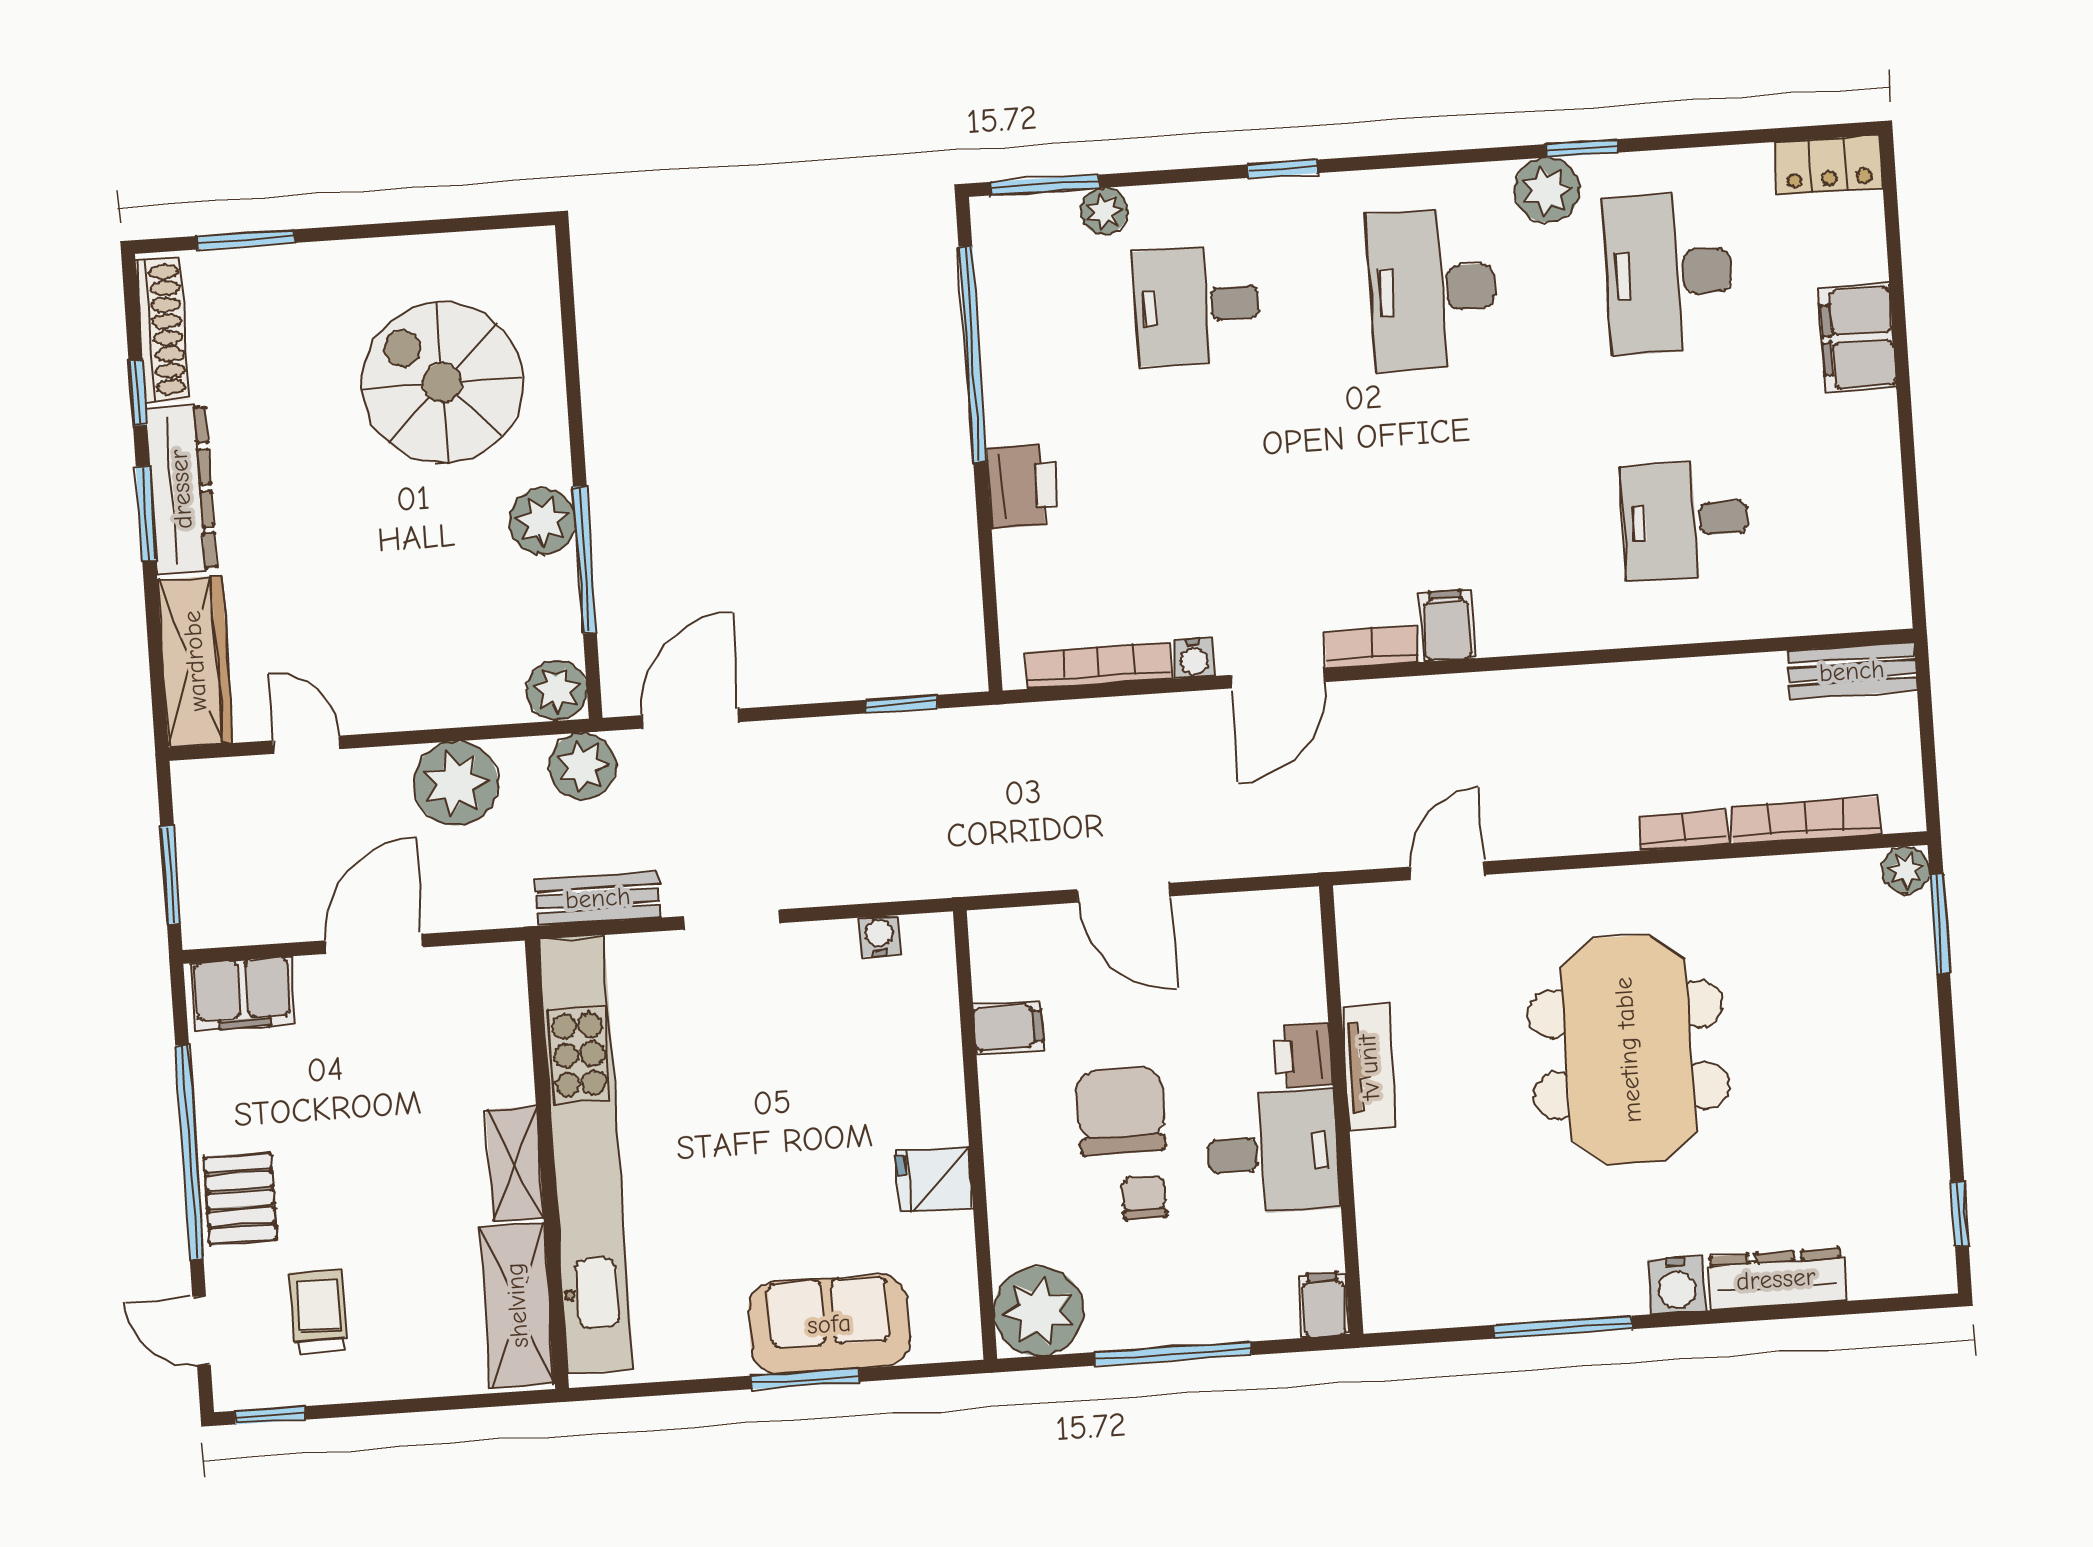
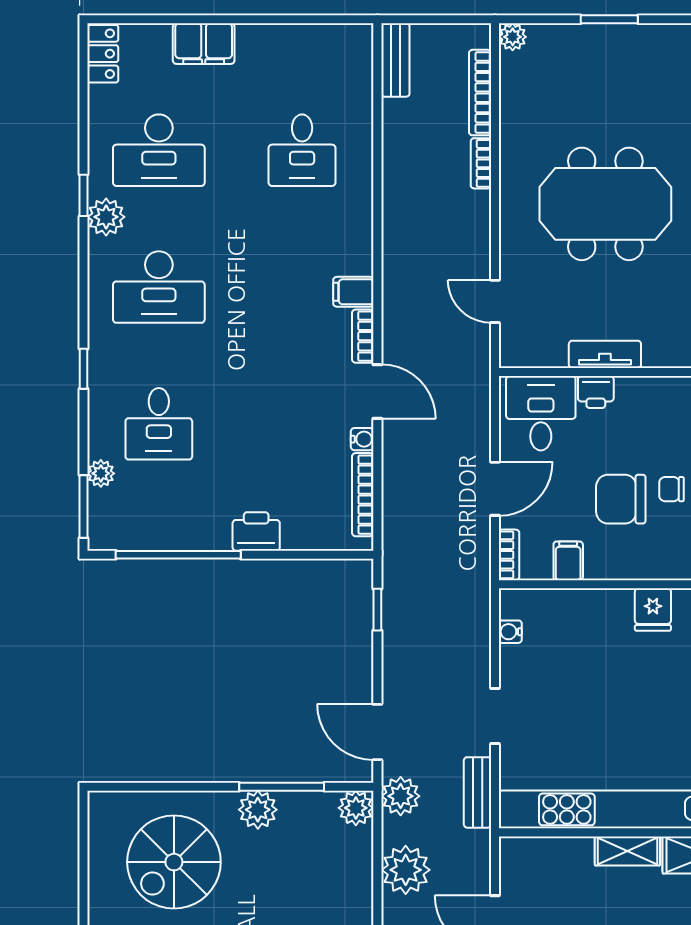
window: (1940, 924) -> (609, 19), moved
bookcase: (1012, 925) -> (509, 555), added
desk: (1273, 1153) -> (541, 413), moved

